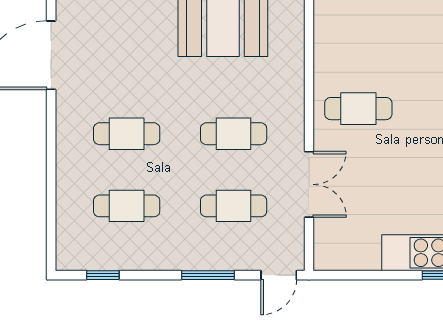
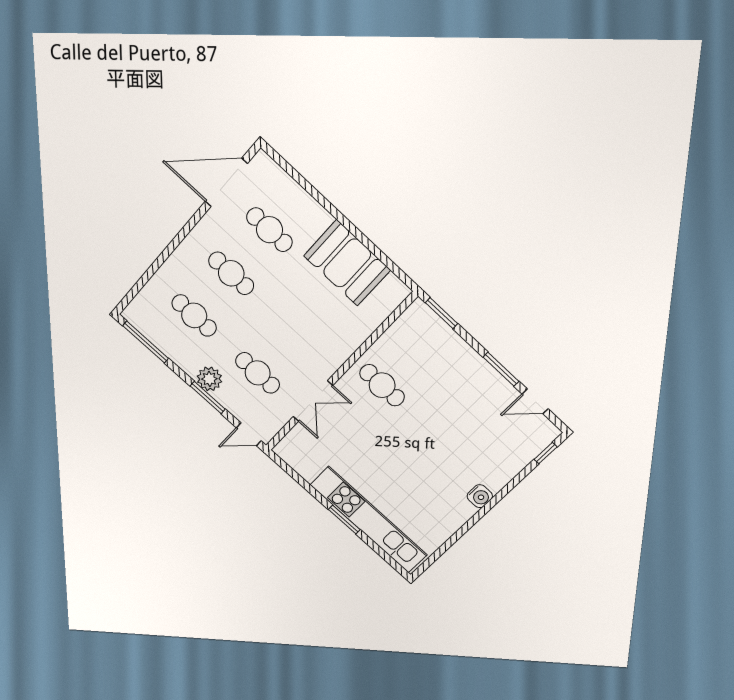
cafe table: (234, 134) -> (269, 230), moved
plant: (194, 255) -> (209, 379), added
window: (103, 275) -> (146, 342), width x2.17

